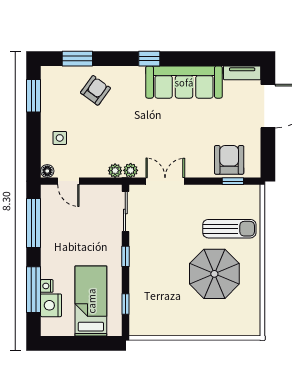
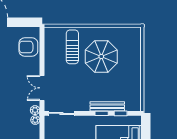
window: (233, 181) -> (42, 45), removed
window: (125, 256) -> (102, 113), moved
bench: (137, 283) -> (107, 106), added

